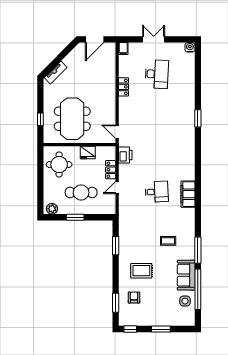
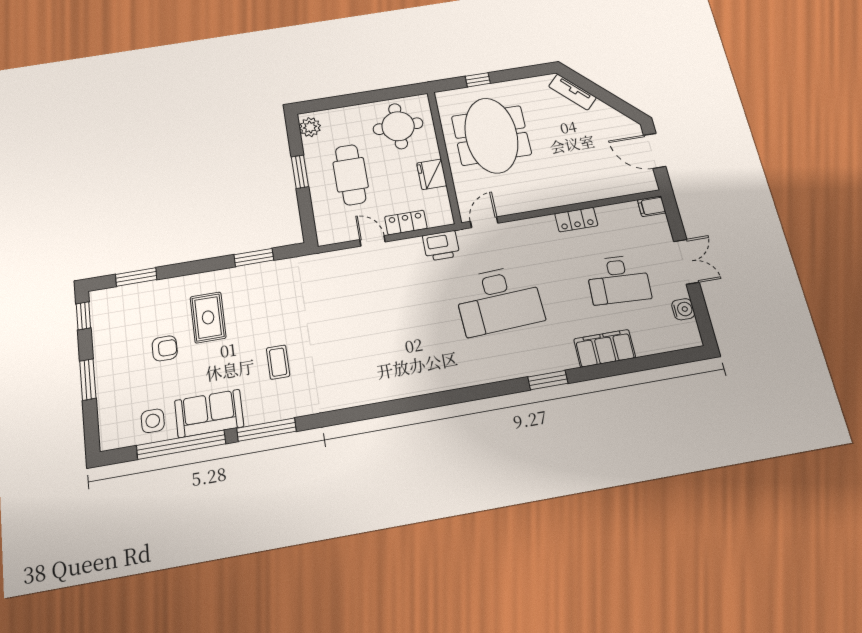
water cooler: (190, 47) -> (683, 309), moved
meeting table: (72, 119) -> (491, 135), turned 90
desk: (157, 192) -> (499, 300), moved, width x1.87, depth x1.30
filing cabinet: (188, 194) -> (605, 348), moved
armchair: (134, 297) -> (165, 348), moved

